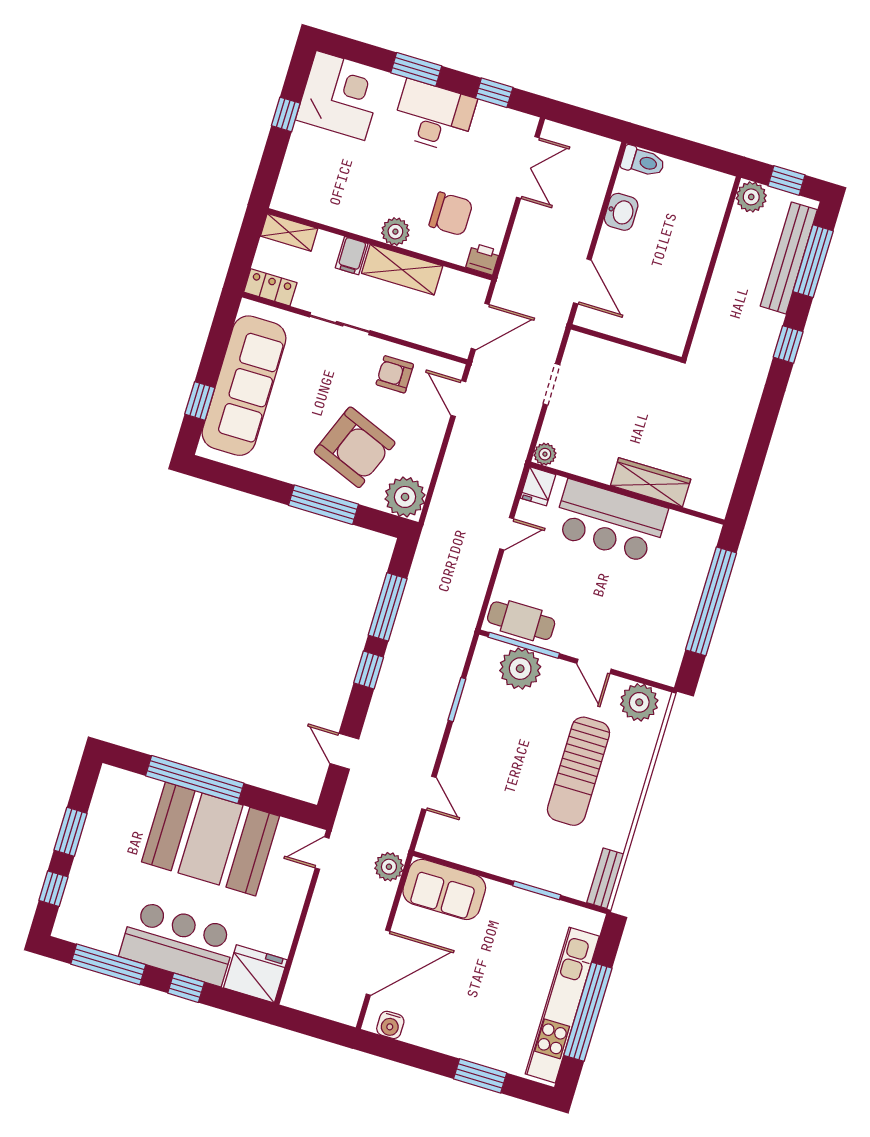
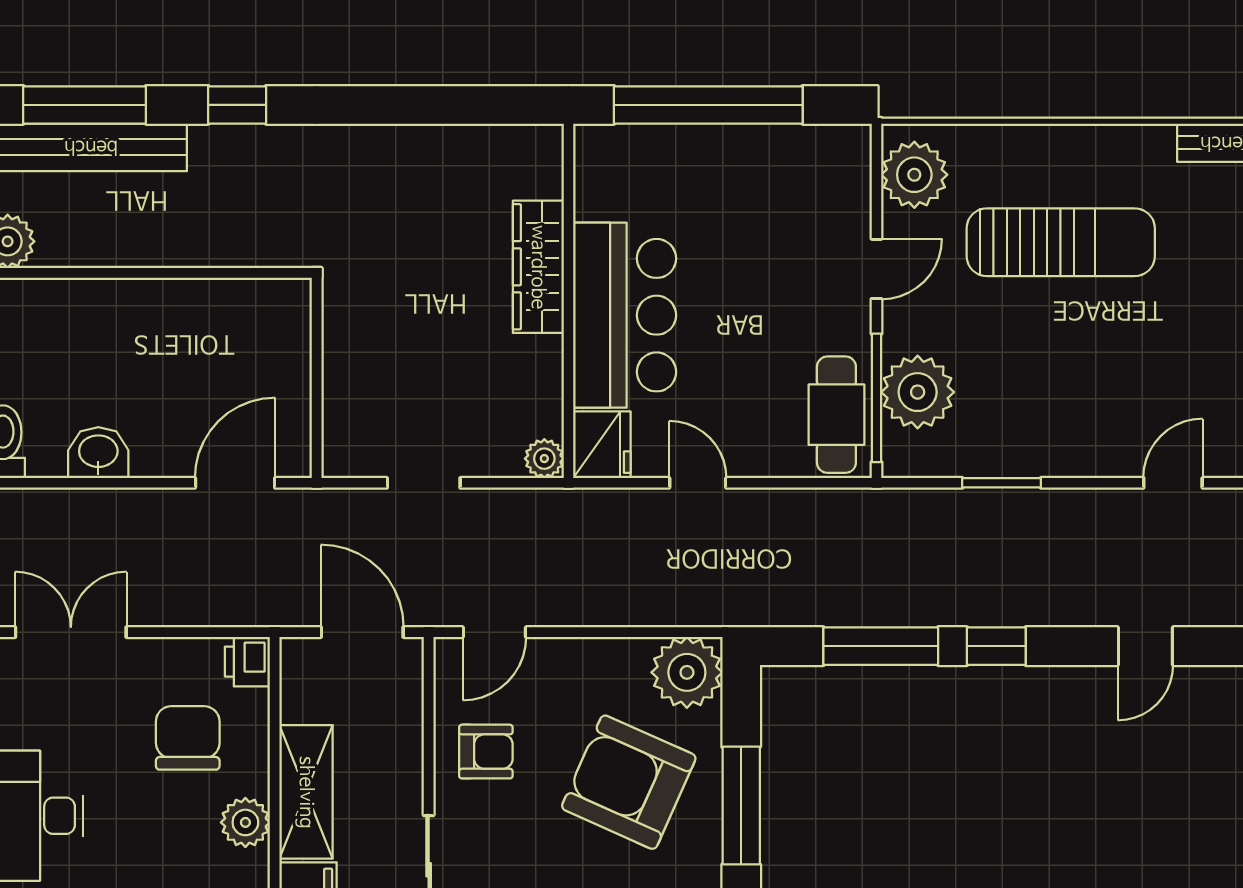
armchair: (395, 374) -> (486, 752), turned -90
armchair: (355, 447) -> (629, 782), turned -88
fridge: (538, 486) -> (602, 445), width x1.38

